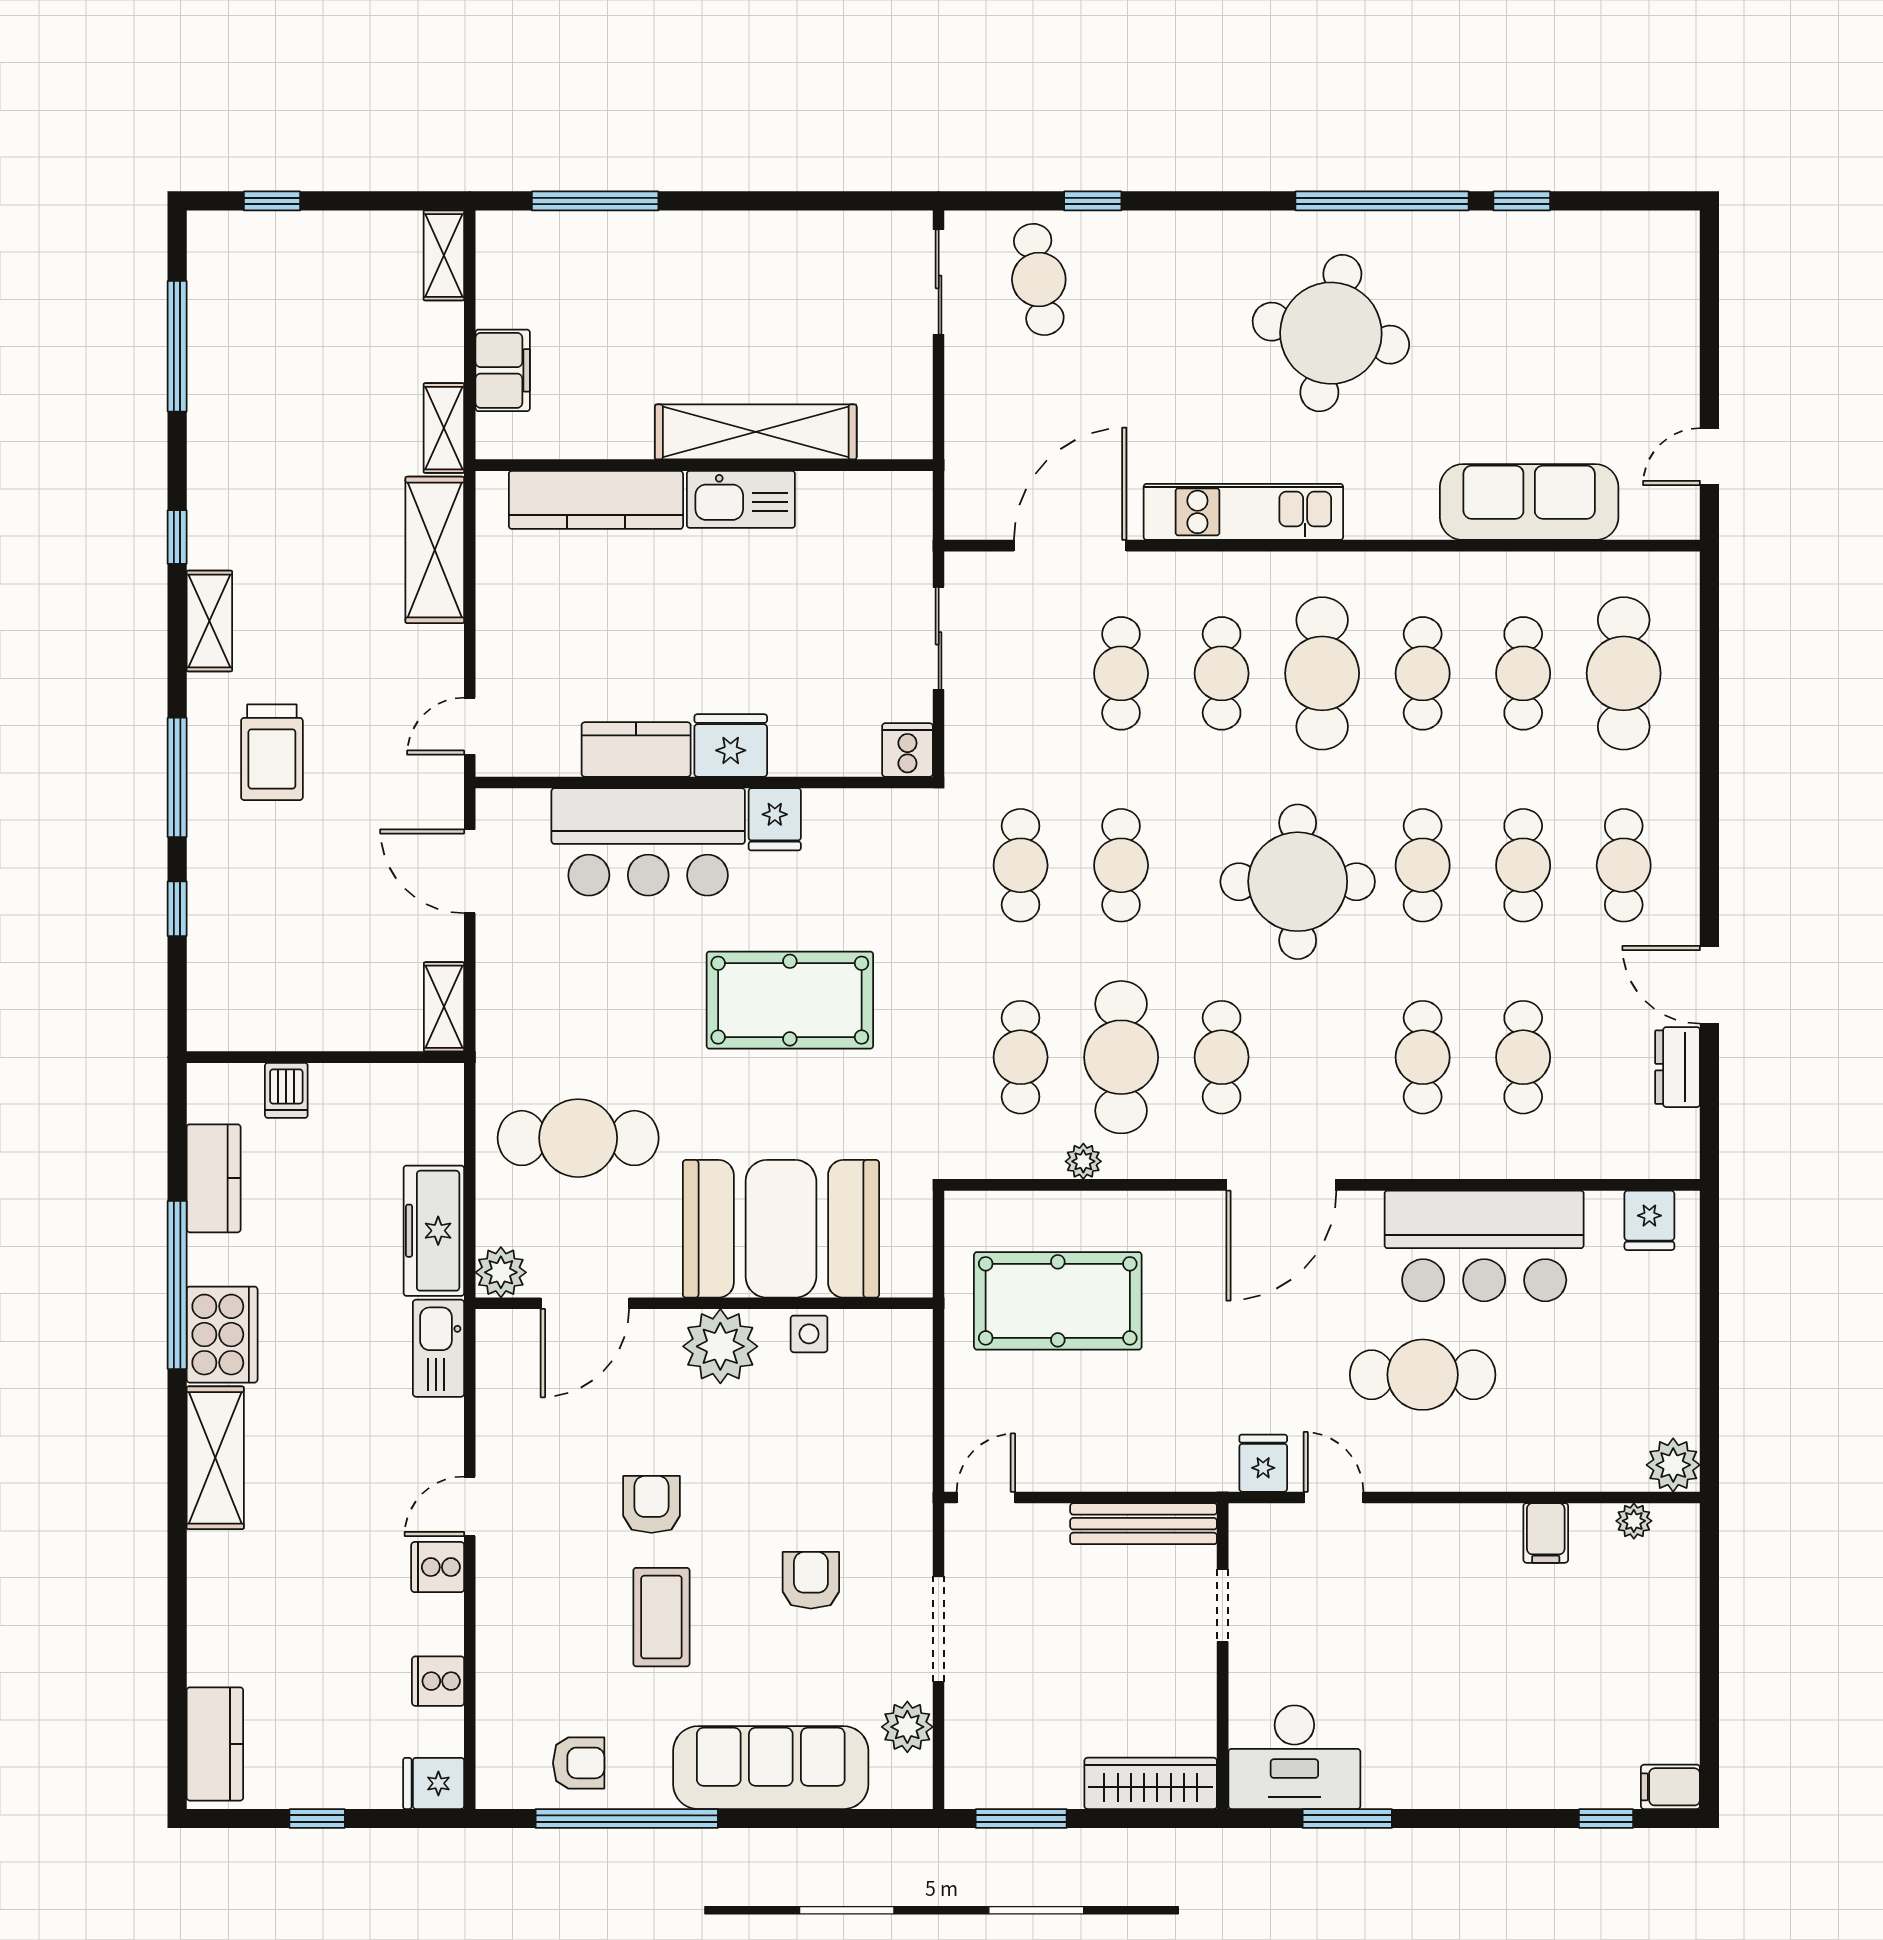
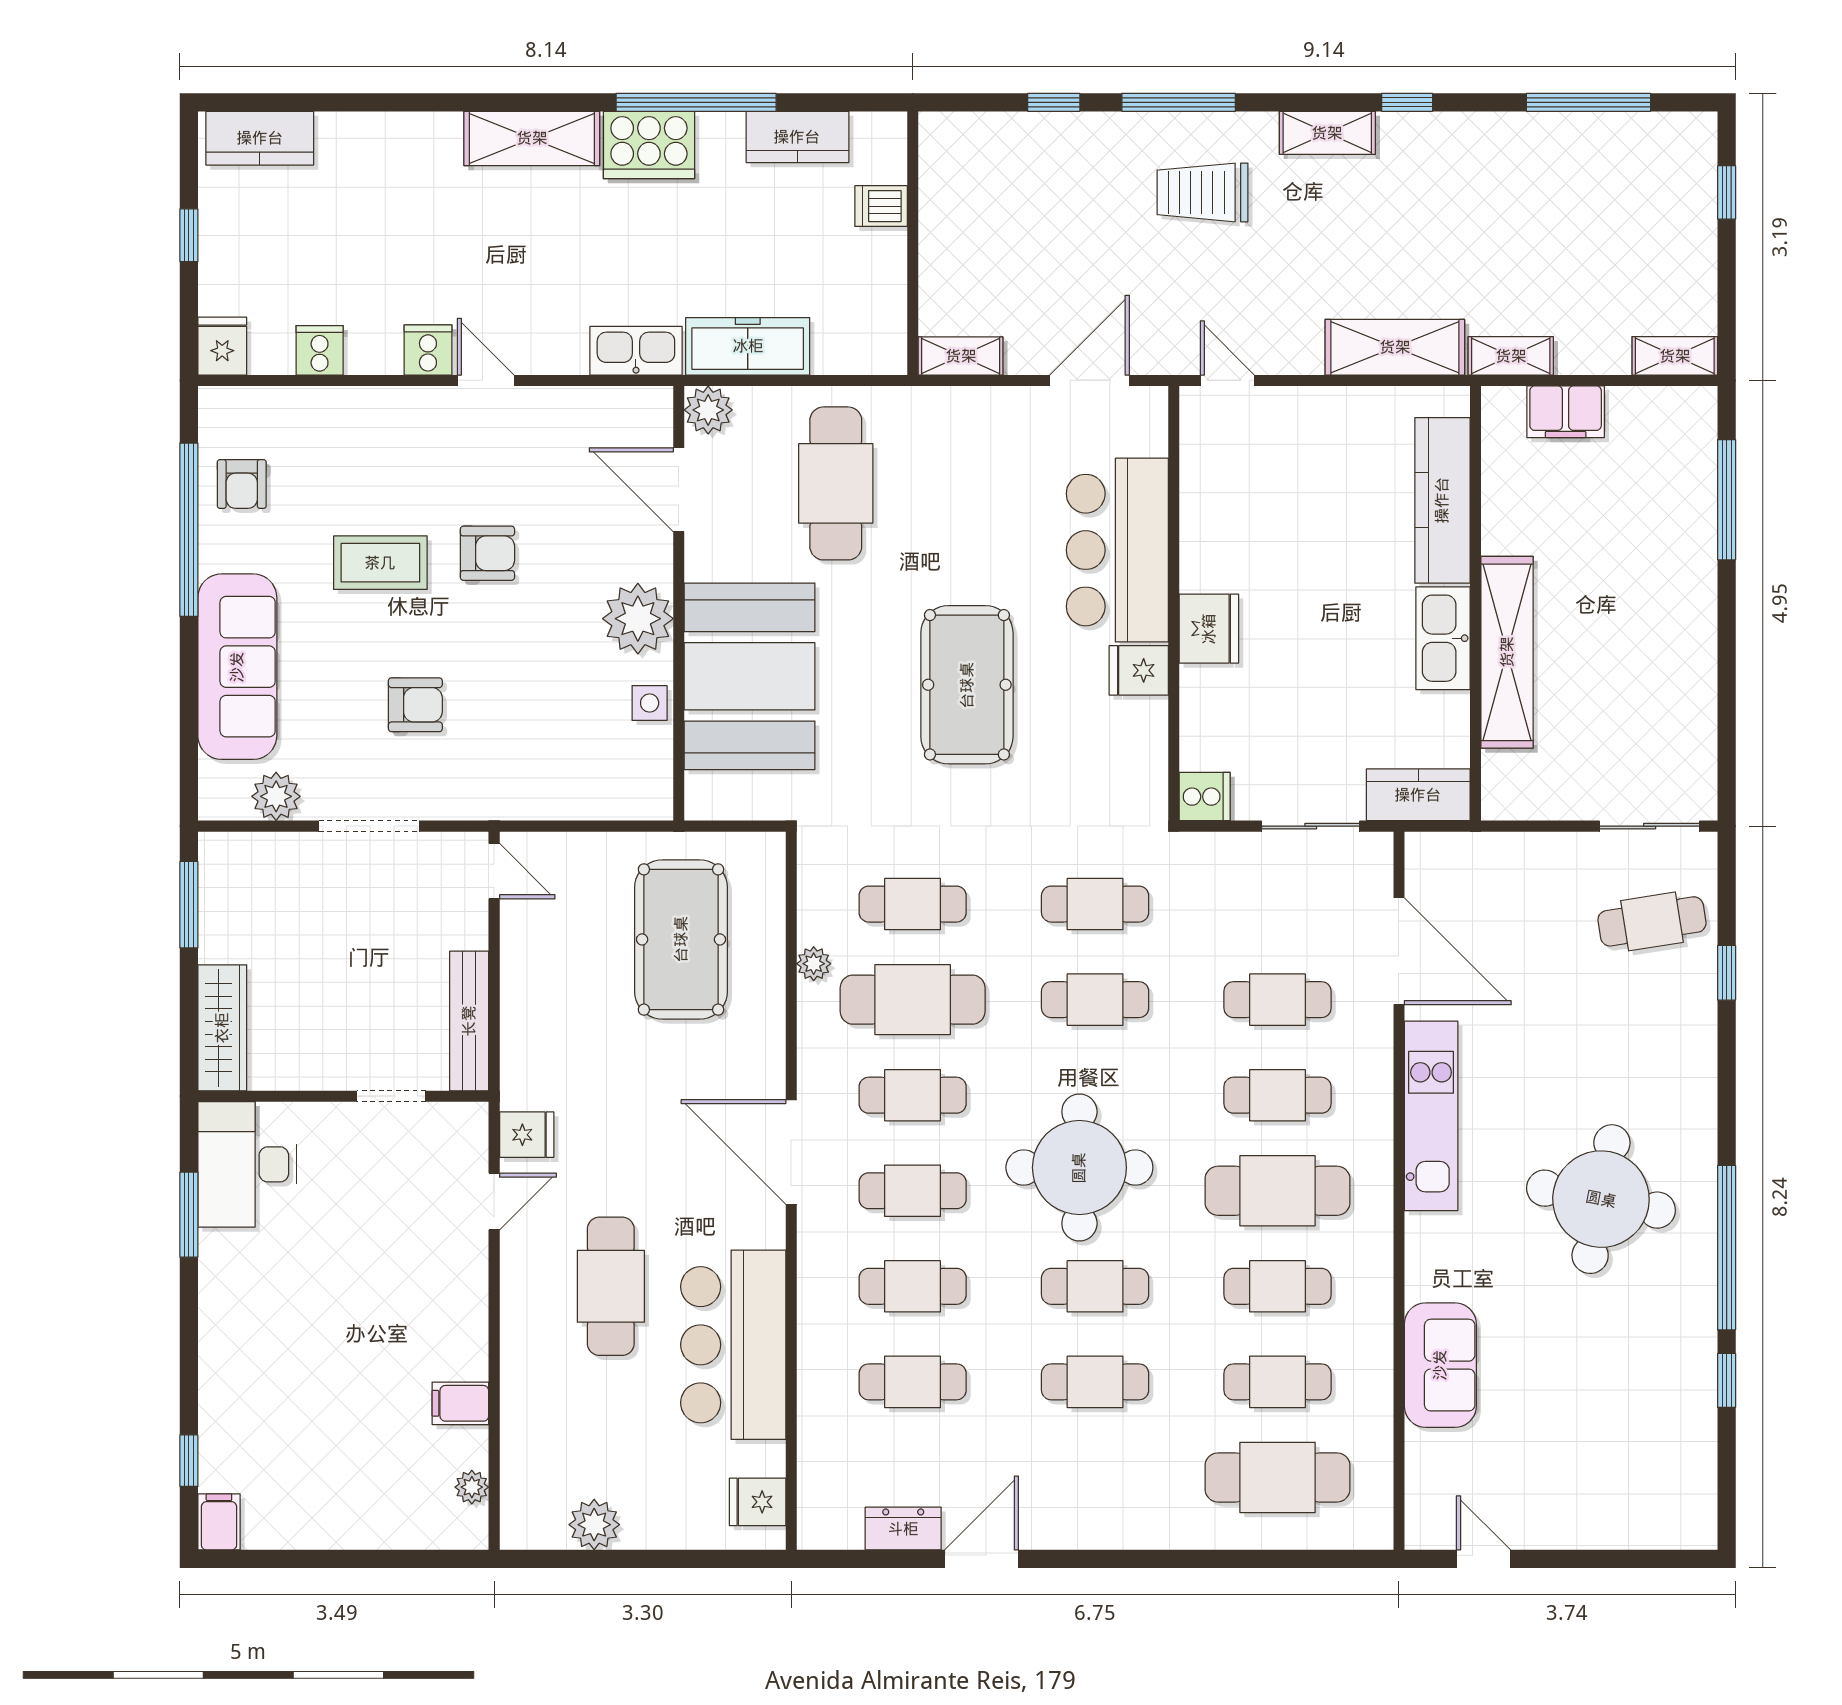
sofa: (1529, 502) -> (1440, 1365), width x0.73
kitchen counter: (636, 749) -> (1418, 795), moved, turned -90
cafe table: (1624, 865) -> (913, 1191), moved
plant: (1673, 1465) -> (594, 1525), moved

